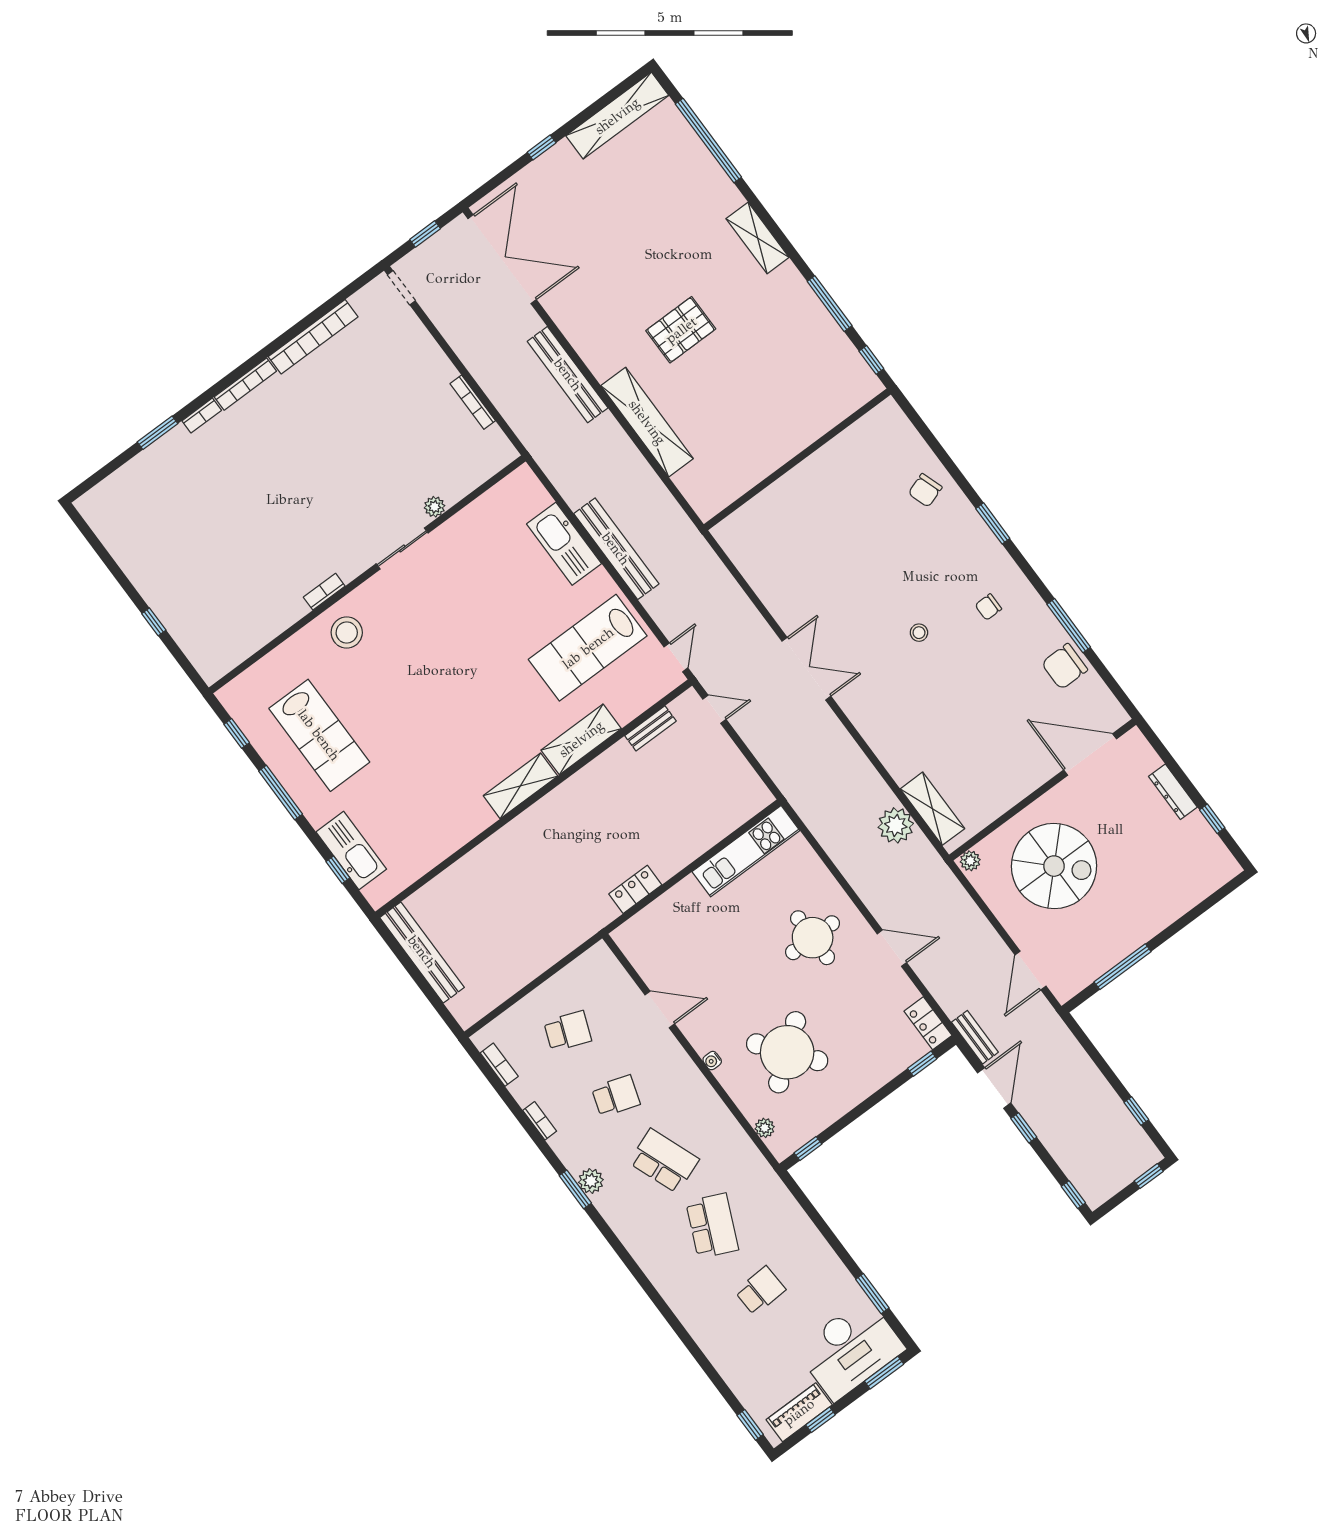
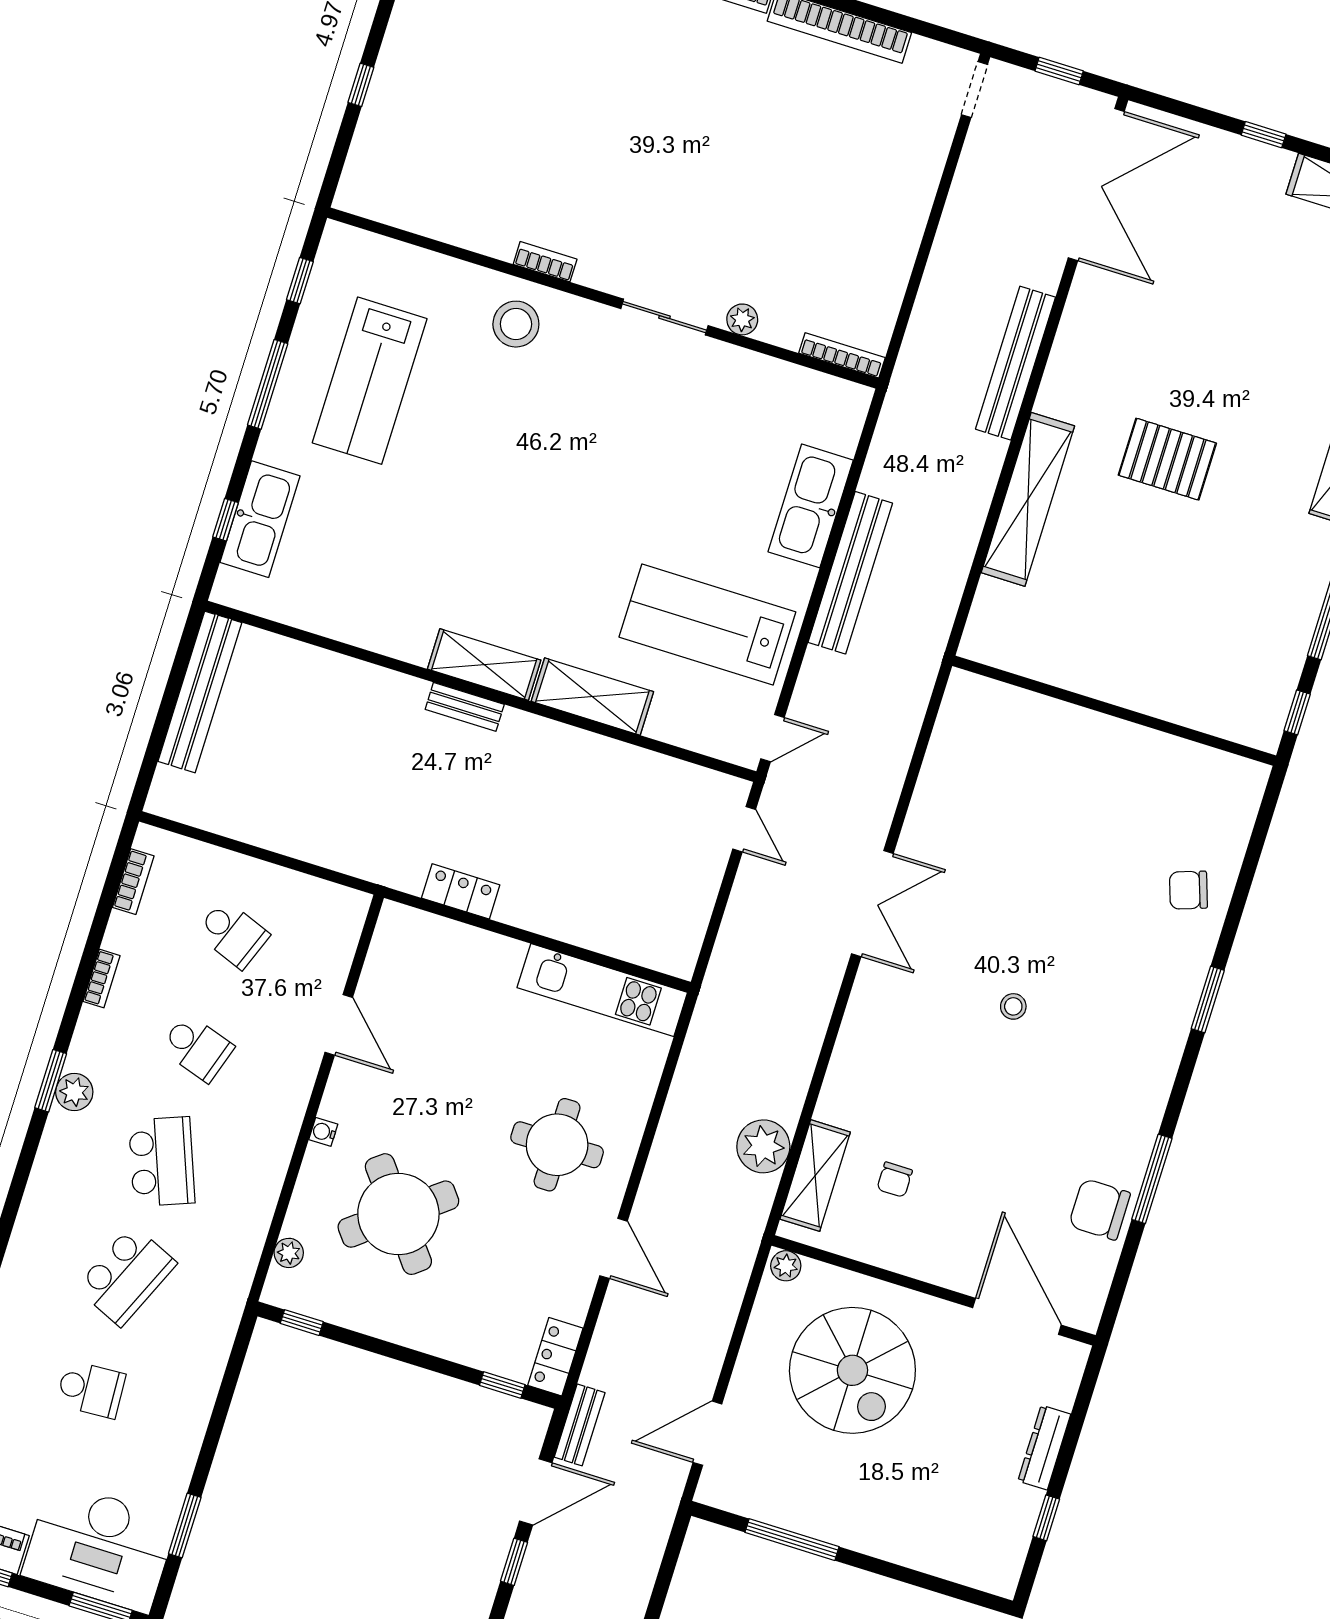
bookcase: (473, 402) -> (842, 355), moved, turned 90
chair: (988, 607) -> (895, 1180), moved, turned -90
bench: (650, 728) -> (465, 707), moved

